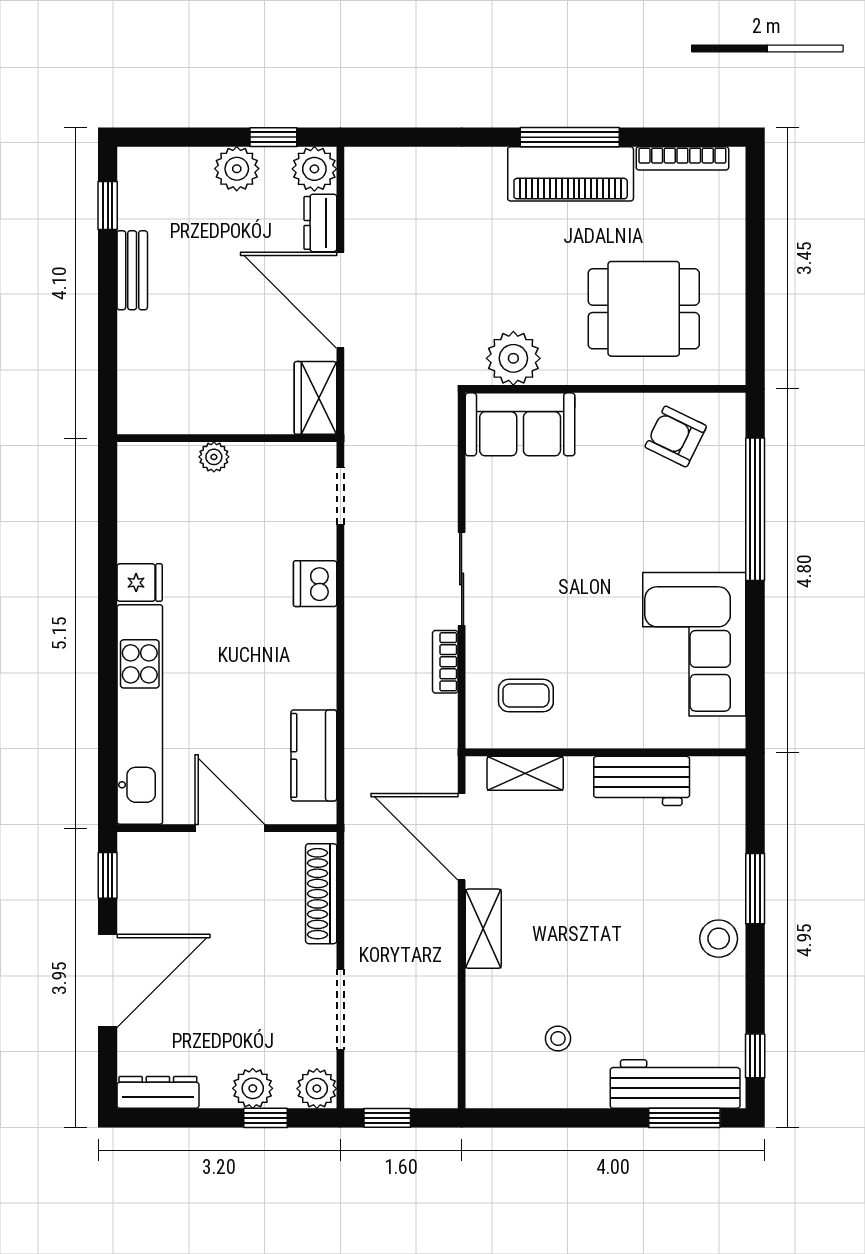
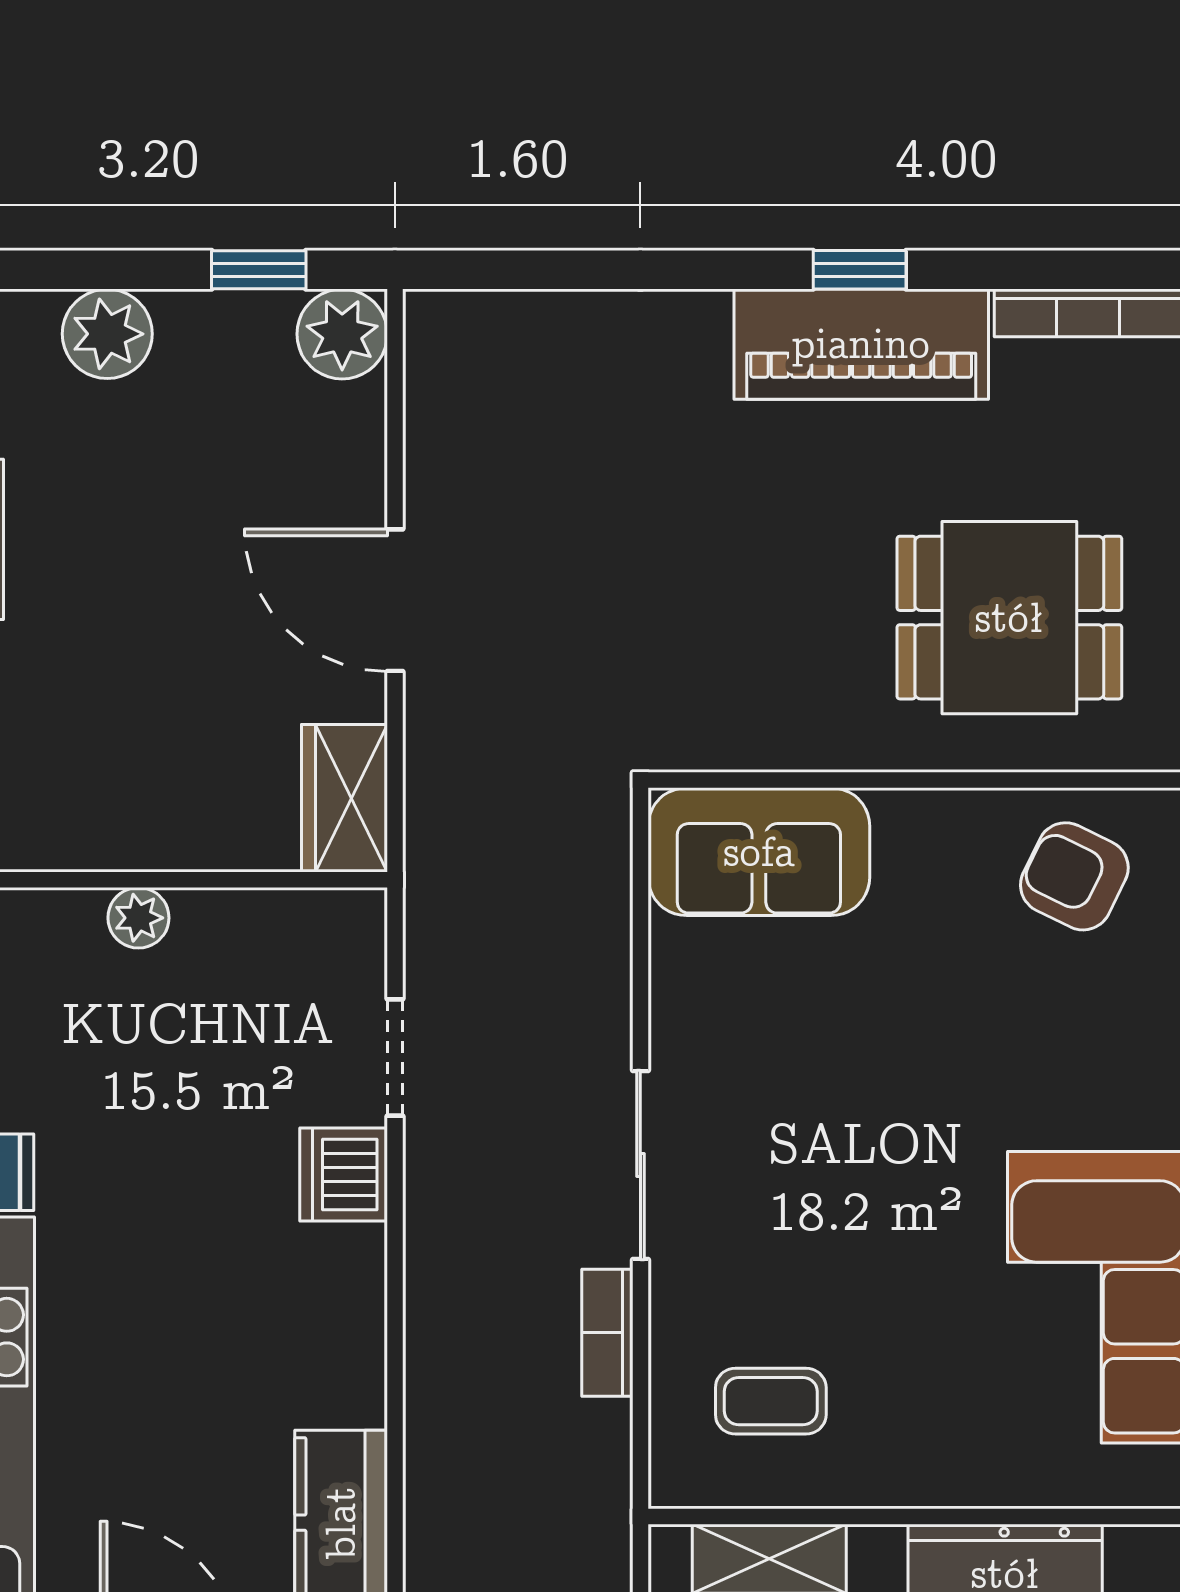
window: (570, 137) -> (860, 270), width x0.46
plant: (237, 169) -> (107, 334), moved
dresser: (320, 223) -> (354, 444), removed
door: (340, 300) -> (395, 600), width x0.73
plant: (513, 358) -> (745, 718), removed
doorway: (340, 496) -> (395, 1058), moved

